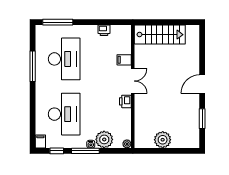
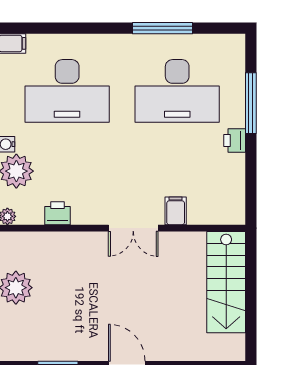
window: (58, 22) -> (251, 103), moved
printer: (104, 30) -> (235, 140), moved
printer: (125, 101) -> (57, 213), moved

